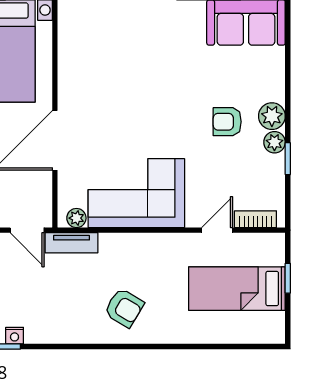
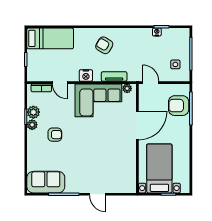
plant: (272, 116) -> (33, 112), moved
door: (217, 230) -> (60, 83), hinge flipped
tv unit: (72, 243) -> (114, 77), moved
nightstand: (162, 245) -> (86, 75), added
bed: (237, 289) -> (50, 38), moved

